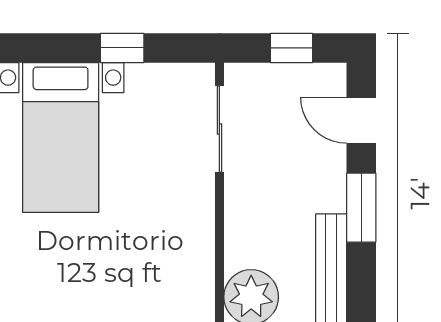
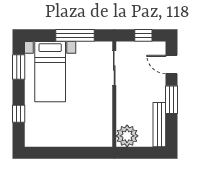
window: (122, 48) -> (75, 35), width x2.17

